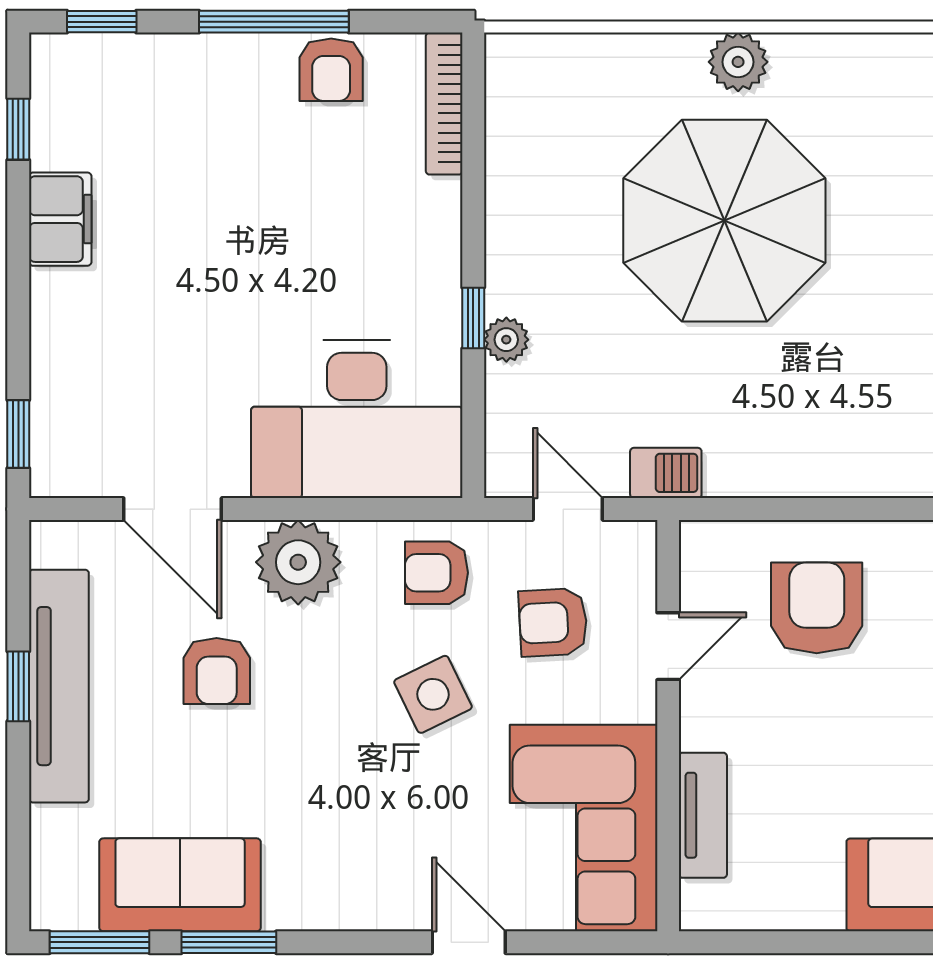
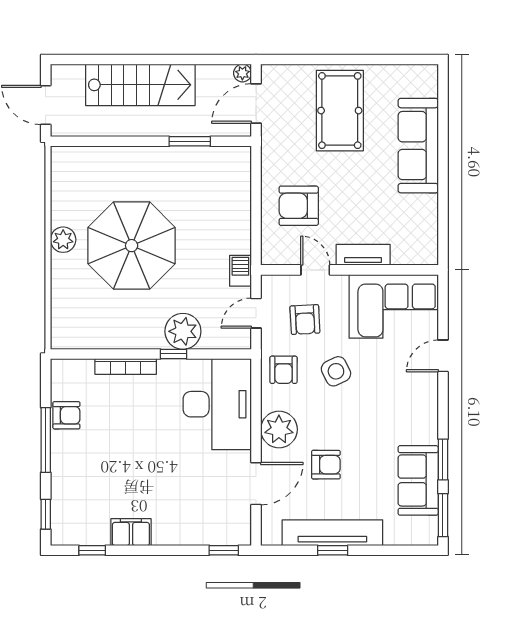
bookcase: (444, 104) -> (126, 366), moved
plant: (506, 340) -> (183, 331), width x1.87, depth x1.87
tv unit: (703, 815) -> (363, 255), moved

